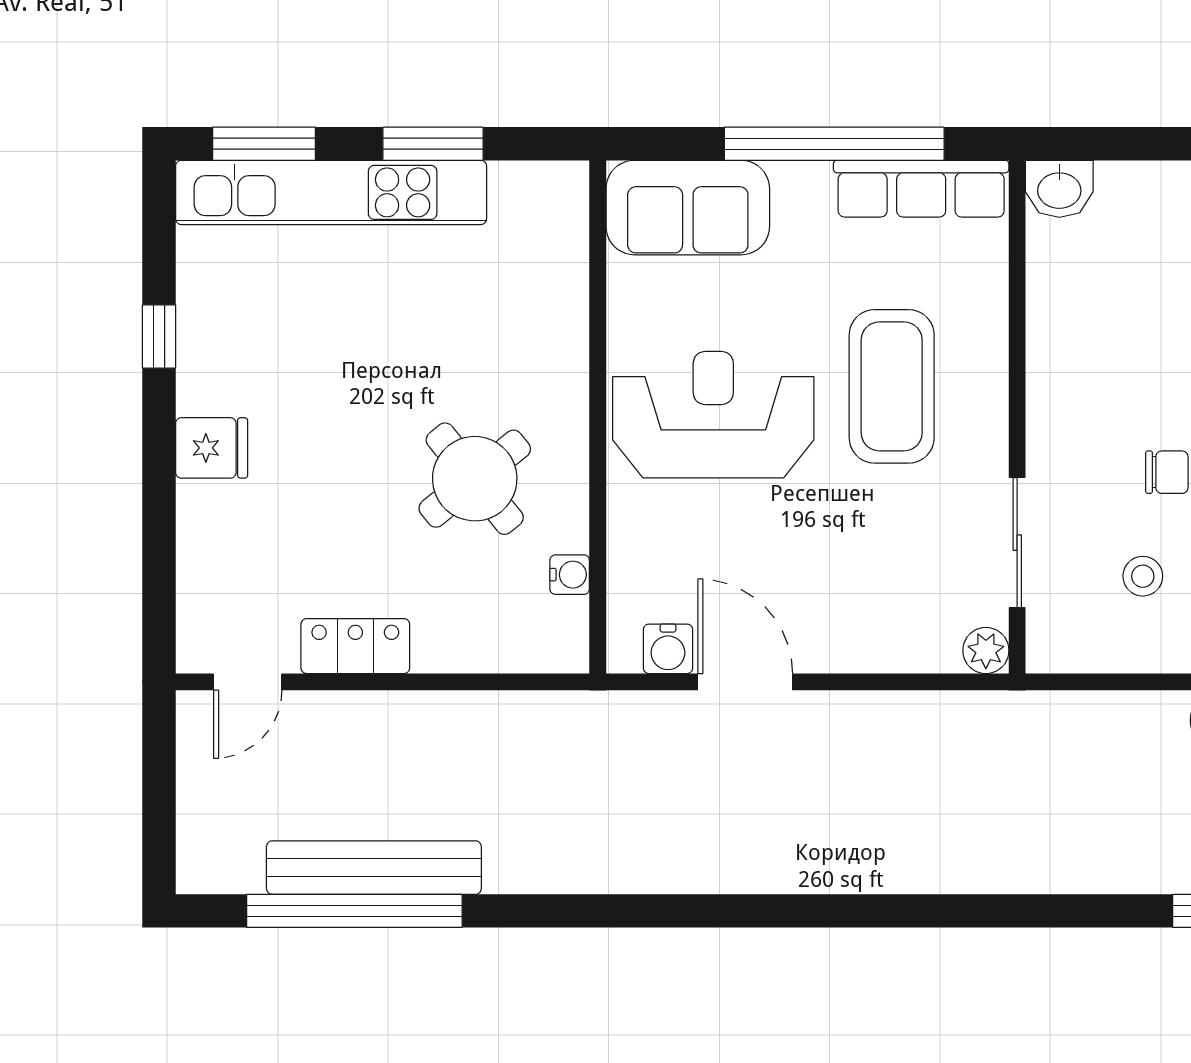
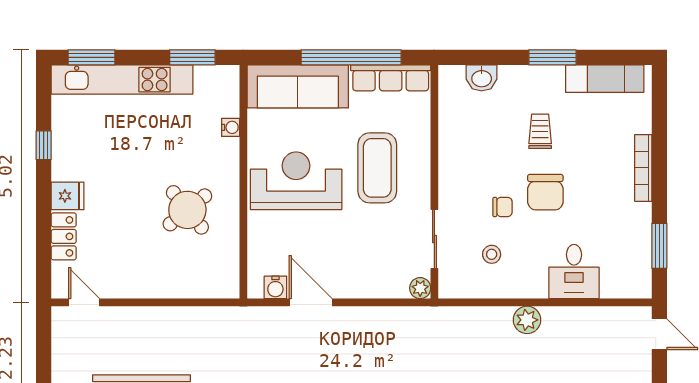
window: (433, 144) -> (192, 57), moved
washbasin: (1059, 189) -> (482, 78), moved
sofa: (688, 208) -> (298, 86), width x1.36
water cooler: (570, 575) -> (231, 127), moved
locker: (355, 646) -> (64, 236), moved, turned 90
door: (248, 682) -> (84, 302), swing flipped

